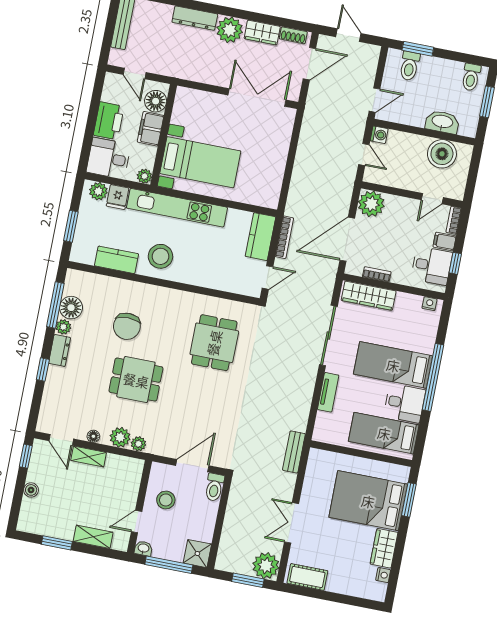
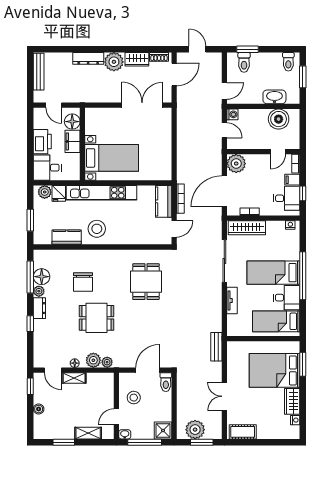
plant: (144, 176) -> (75, 175), removed
plant: (266, 566) -> (195, 430), moved

